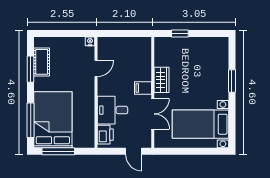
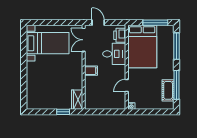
window: (31, 69) -> (176, 85), width x1.44
wardrobe: (162, 80) -> (77, 100), moved
window: (232, 81) -> (24, 76), removed
double door: (153, 114) -> (84, 40), moved
bed: (53, 120) -> (142, 47), moved

